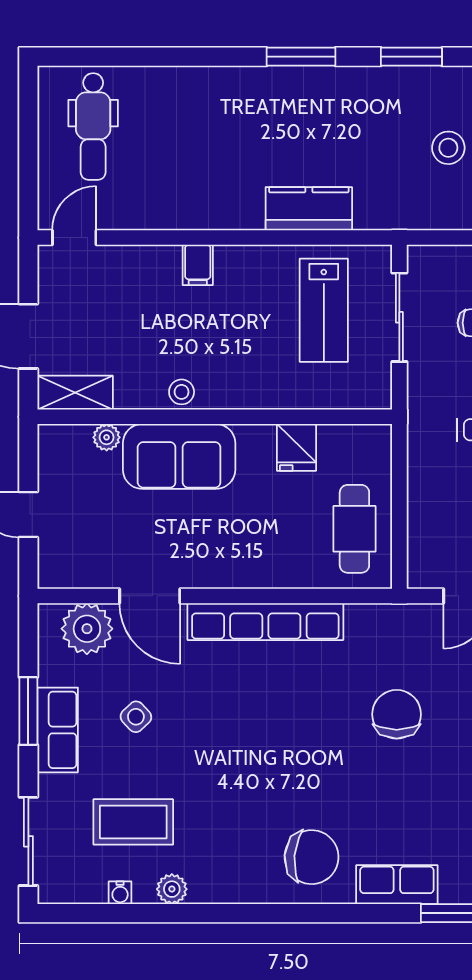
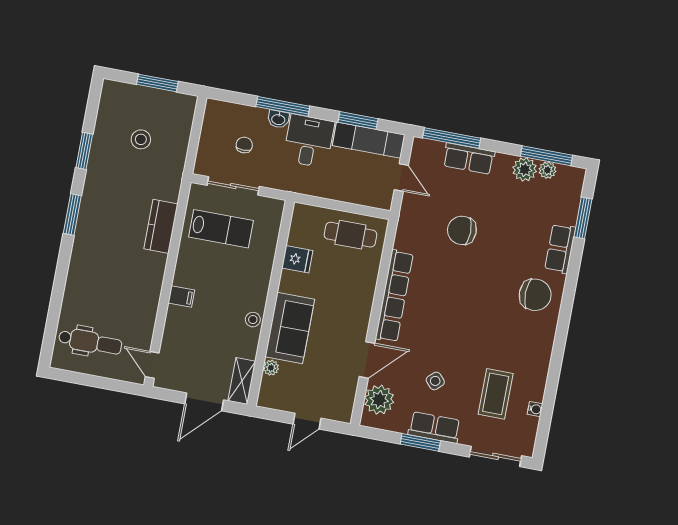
chair: (312, 857) -> (535, 295), turned 85
plant: (172, 889) -> (538, 379), removed

